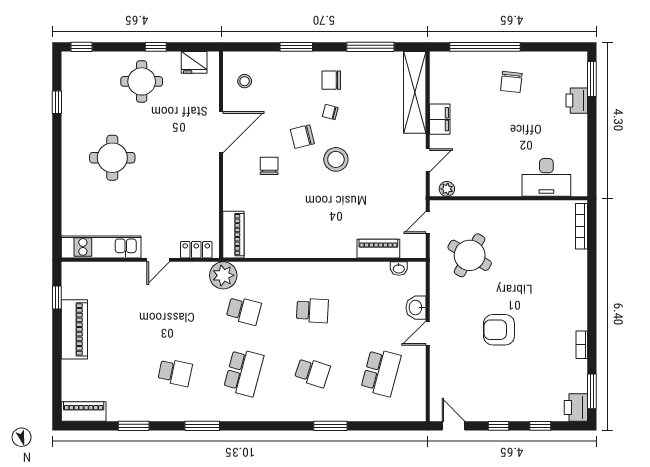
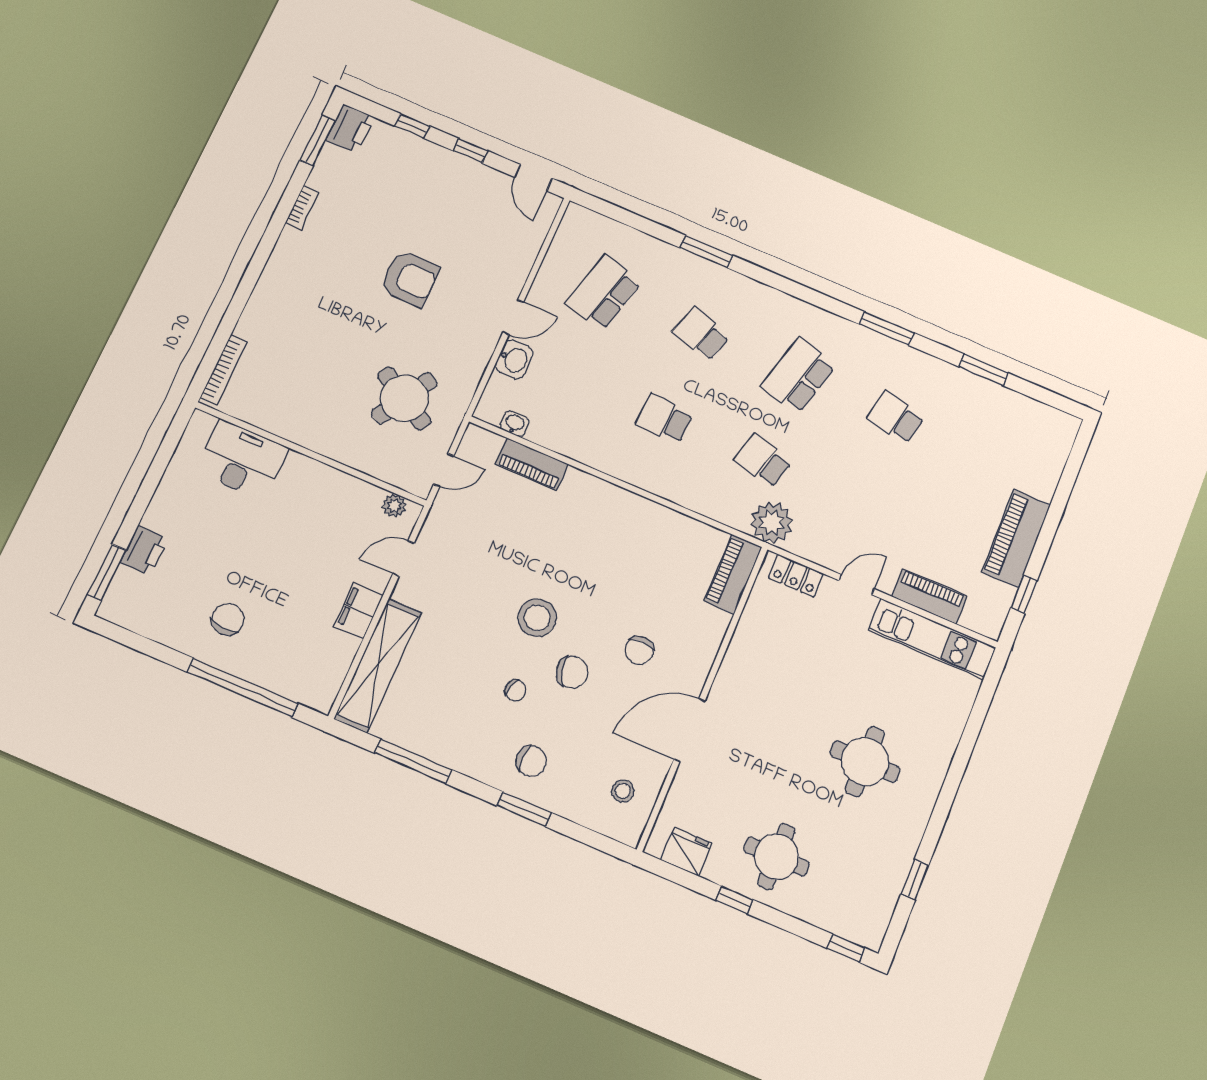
chair: (331, 80) -> (531, 761), moved
piano: (84, 411) -> (929, 596), moved, turned 180

